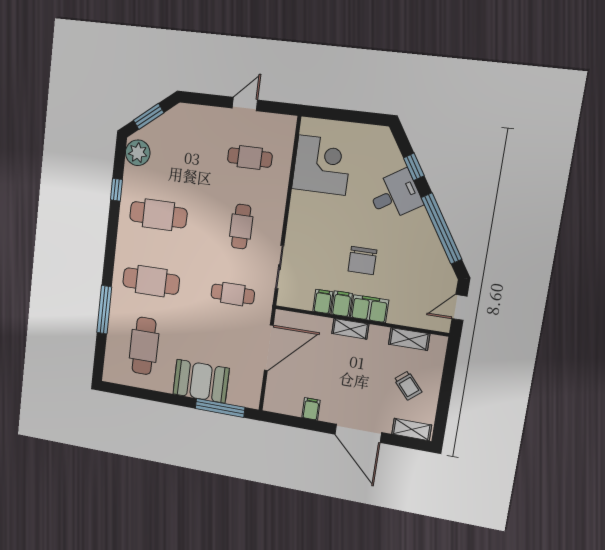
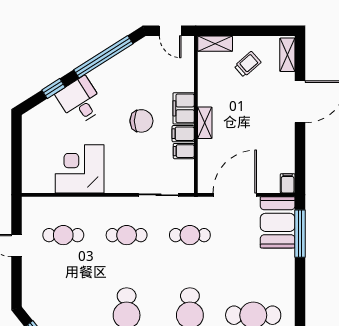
cafe table: (250, 158) -> (63, 235), turned 90
corner desk: (322, 165) -> (80, 169), moved
cafe table: (233, 294) -> (190, 235), turned 90
shelving: (409, 339) -> (215, 44), moved, turned 90
door: (269, 348) -> (235, 195), hinge flipped
booth: (201, 381) -> (278, 222), moved
filing cabinet: (311, 409) -> (288, 183), moved, turned 90

